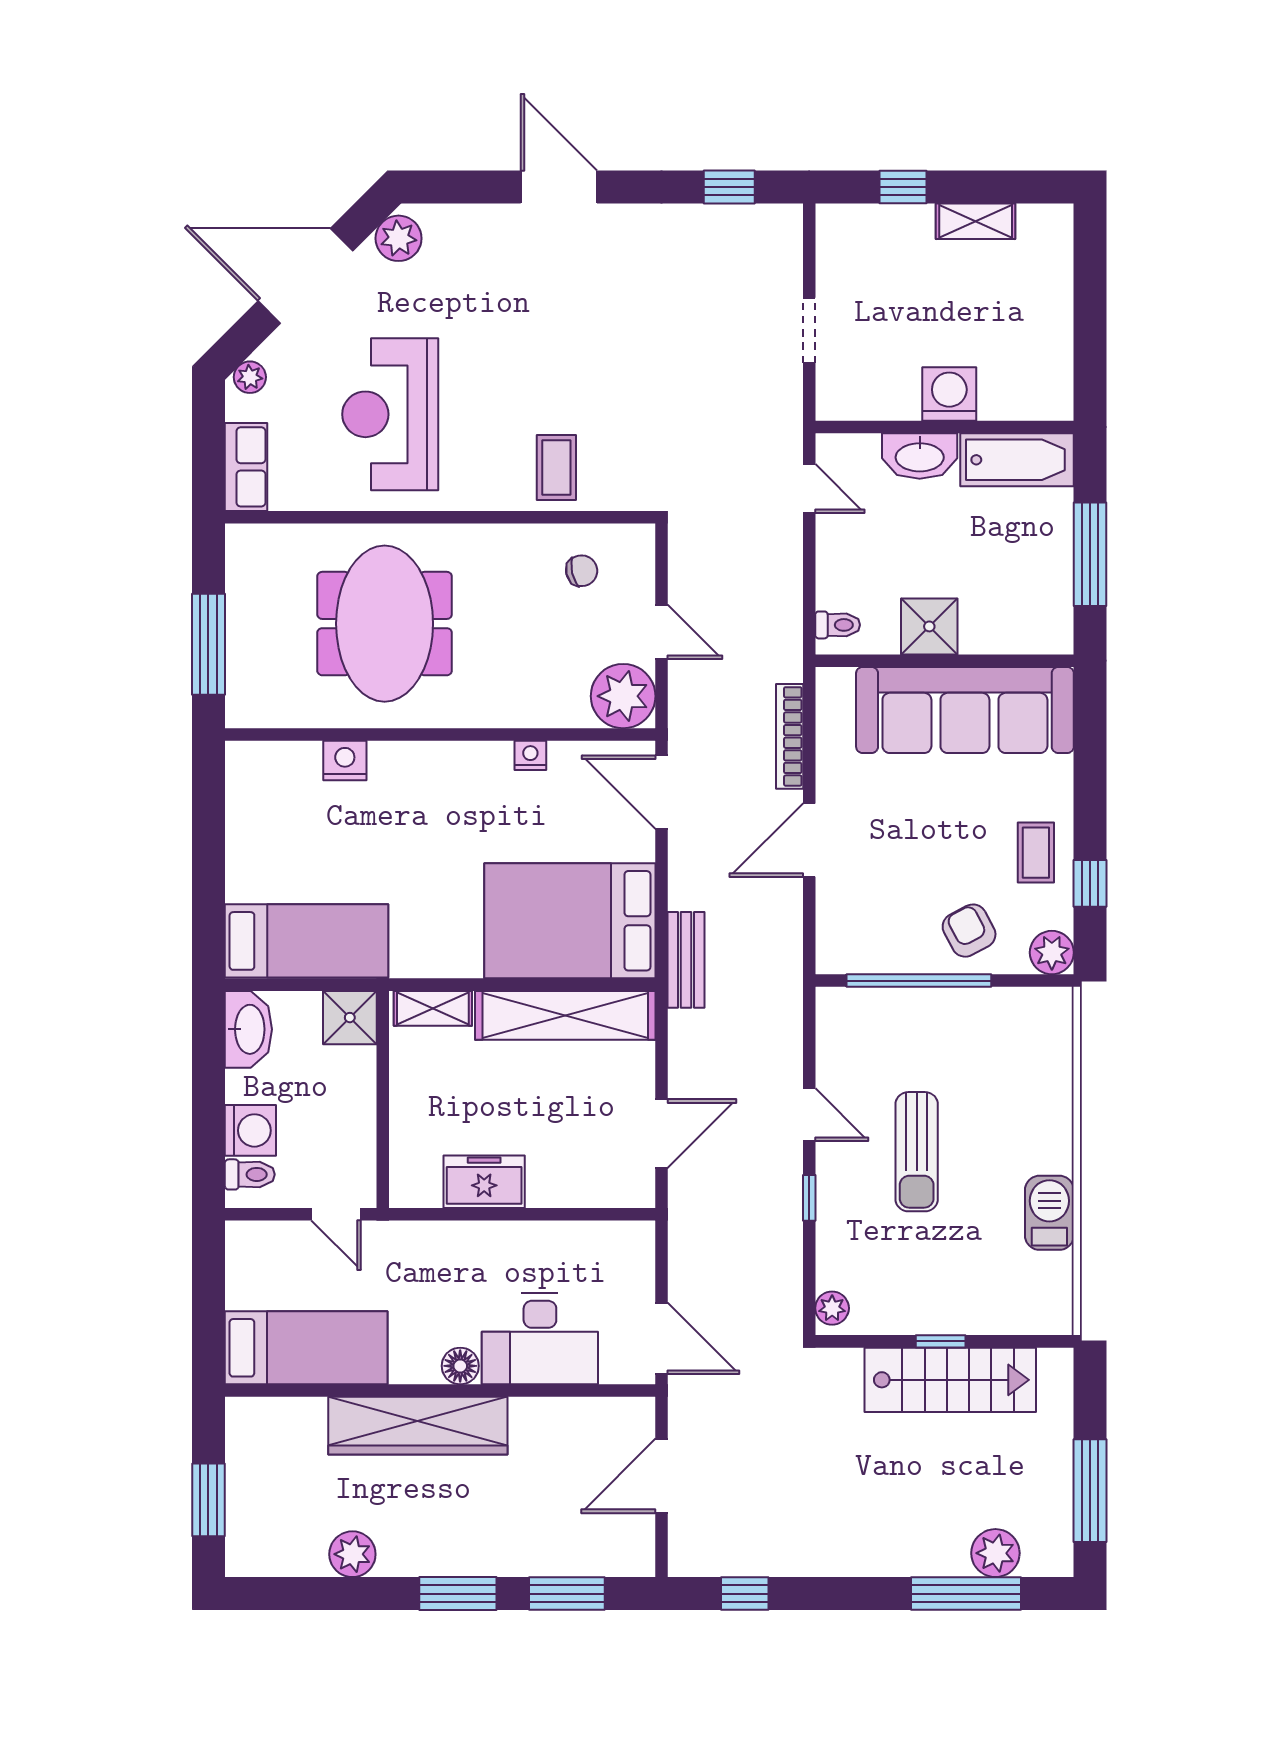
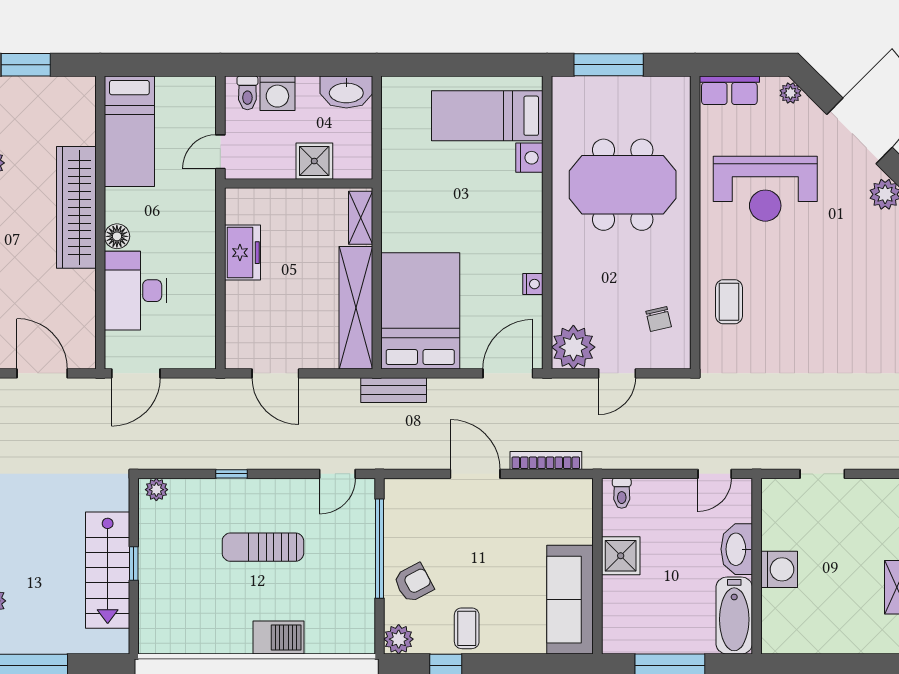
reception desk: (390, 414) -> (765, 189), turned 180
coffee table: (556, 467) -> (729, 302), turned 90
sofa: (965, 710) -> (570, 600), width x0.74, depth x0.79
coffee table: (1036, 853) -> (467, 628), turned 90
bed: (306, 941) -> (487, 116), moved, turned 90
shower: (350, 1018) -> (314, 161), moved
door: (809, 1115) -> (337, 474), moved
barbecue: (1049, 1213) -> (278, 638), moved

